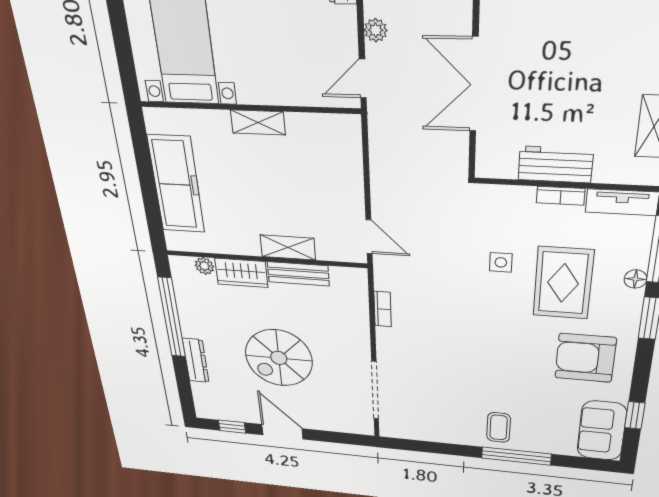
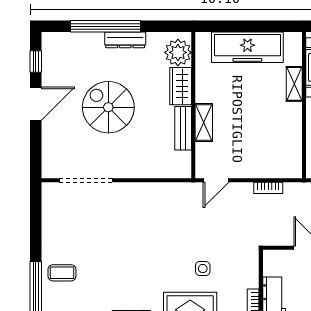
shelving: (258, 122) -> (294, 84), moved
plant: (204, 266) -> (178, 52), width x1.87, depth x1.87
bookcase: (383, 309) -> (268, 188), moved
window: (172, 318) -> (105, 26), moved
dresser: (196, 360) -> (125, 40), moved

